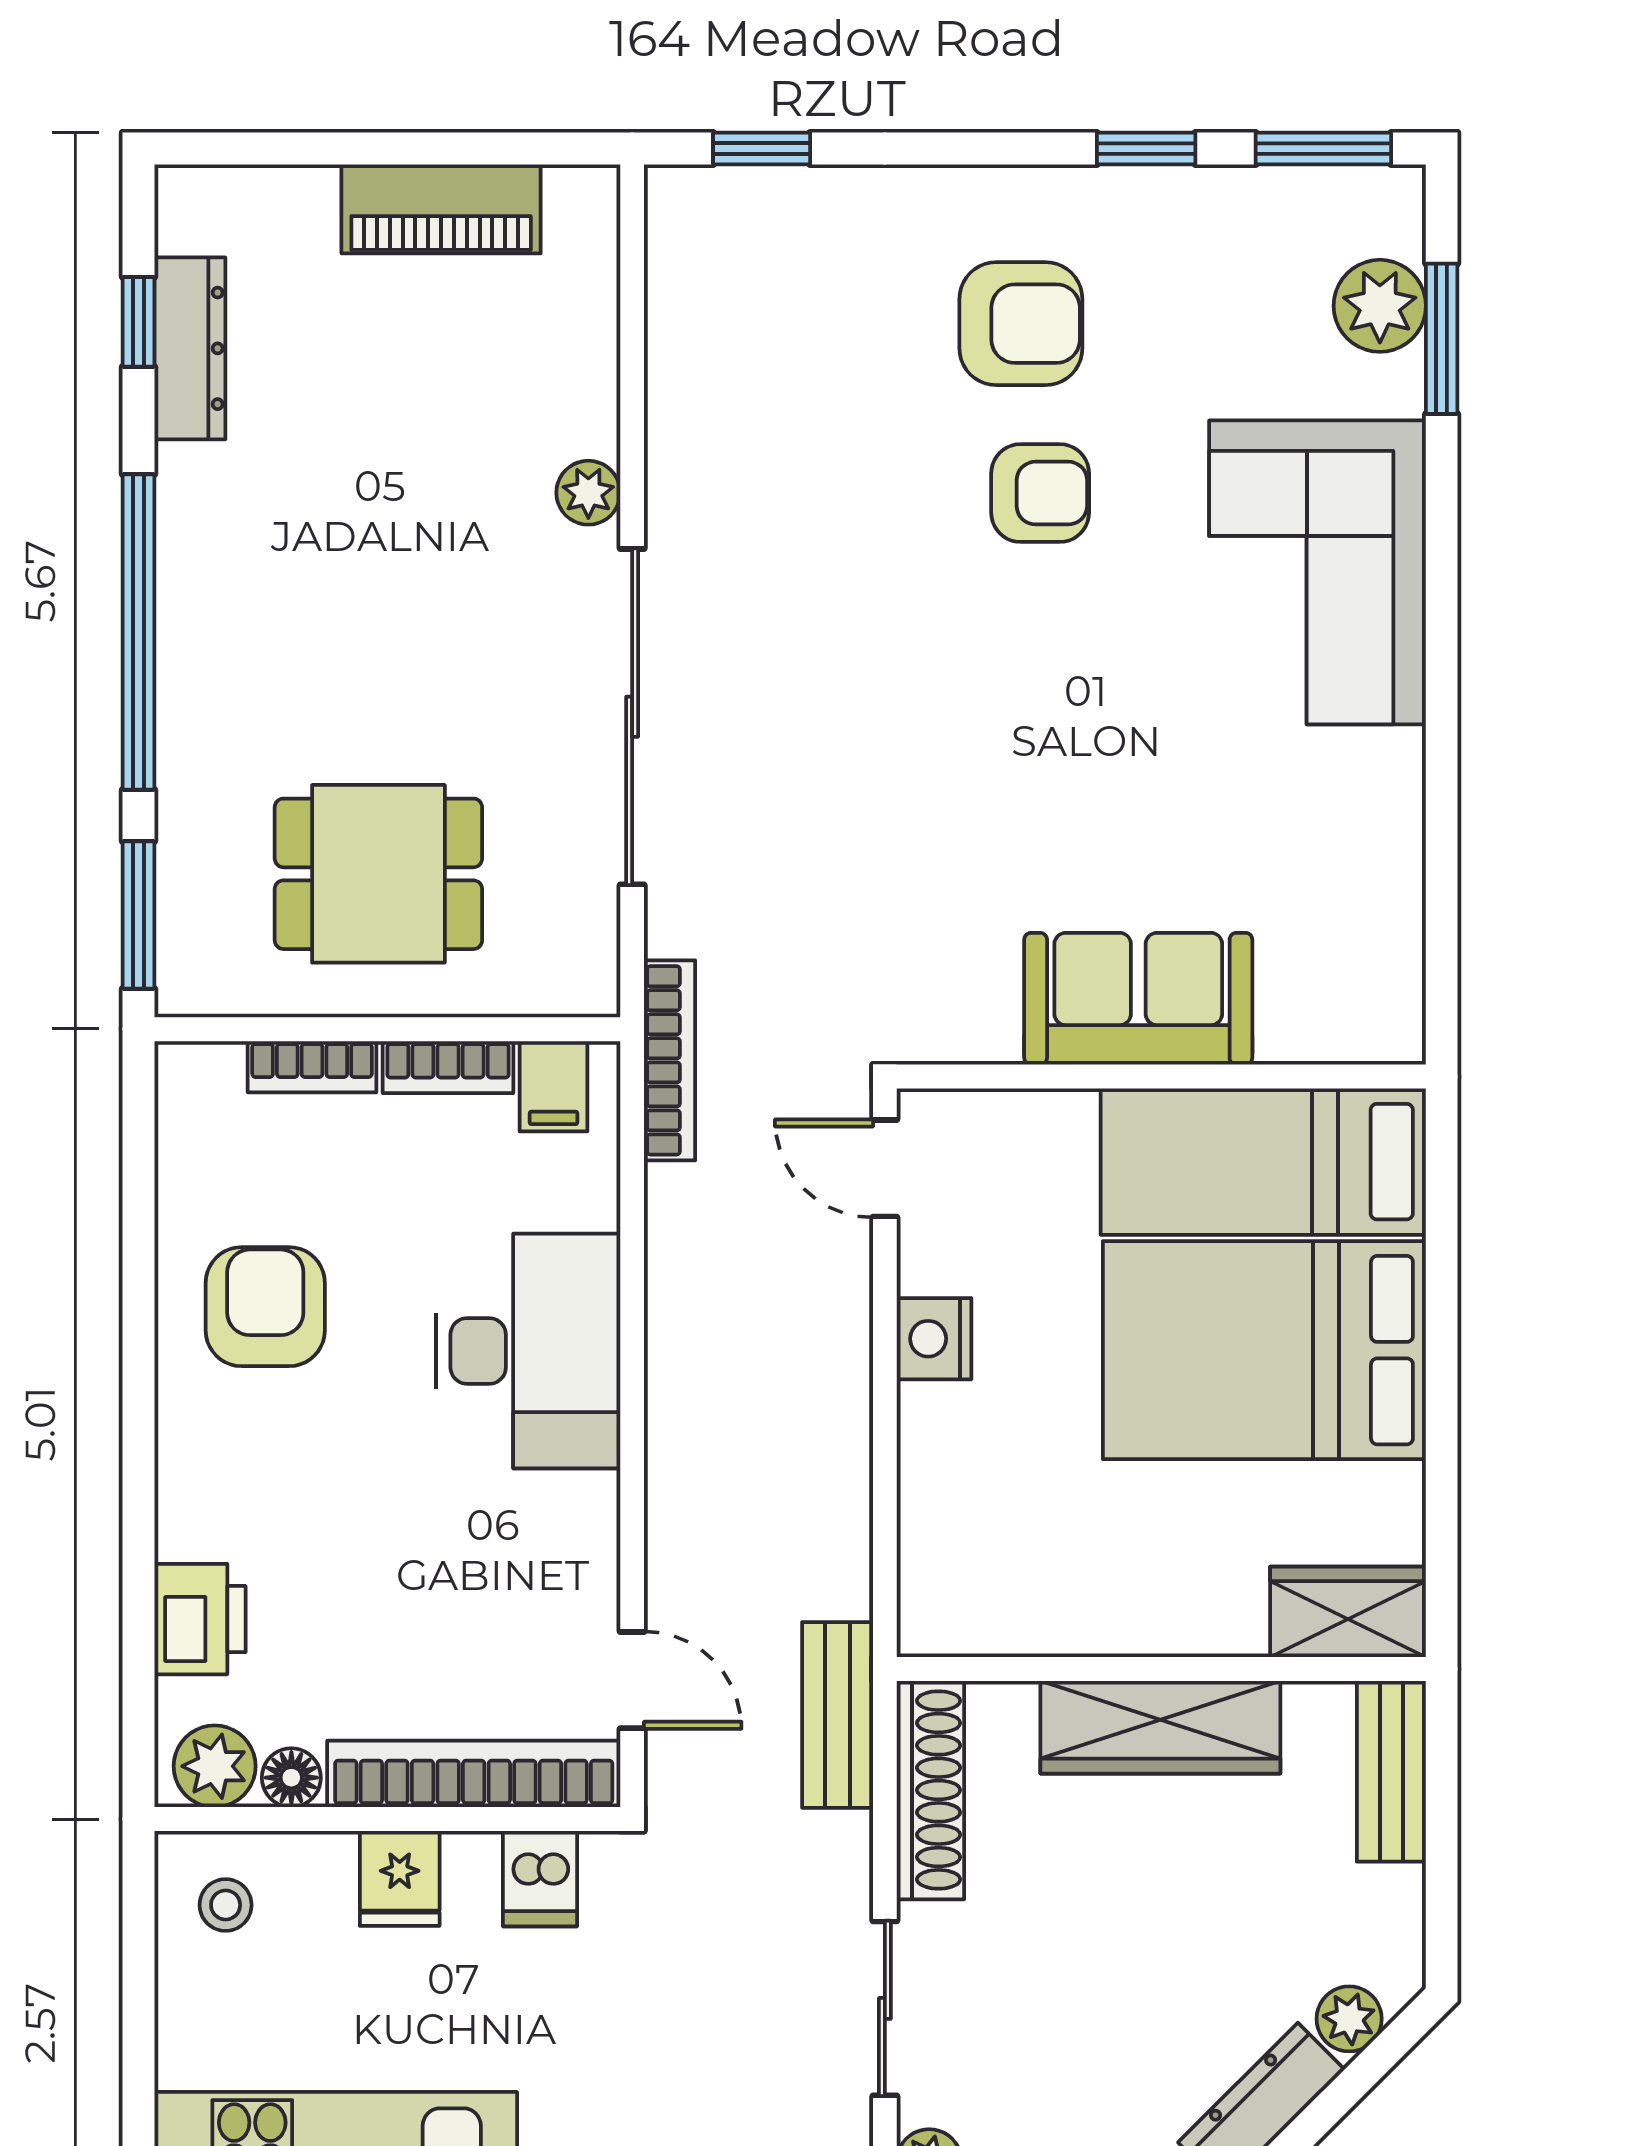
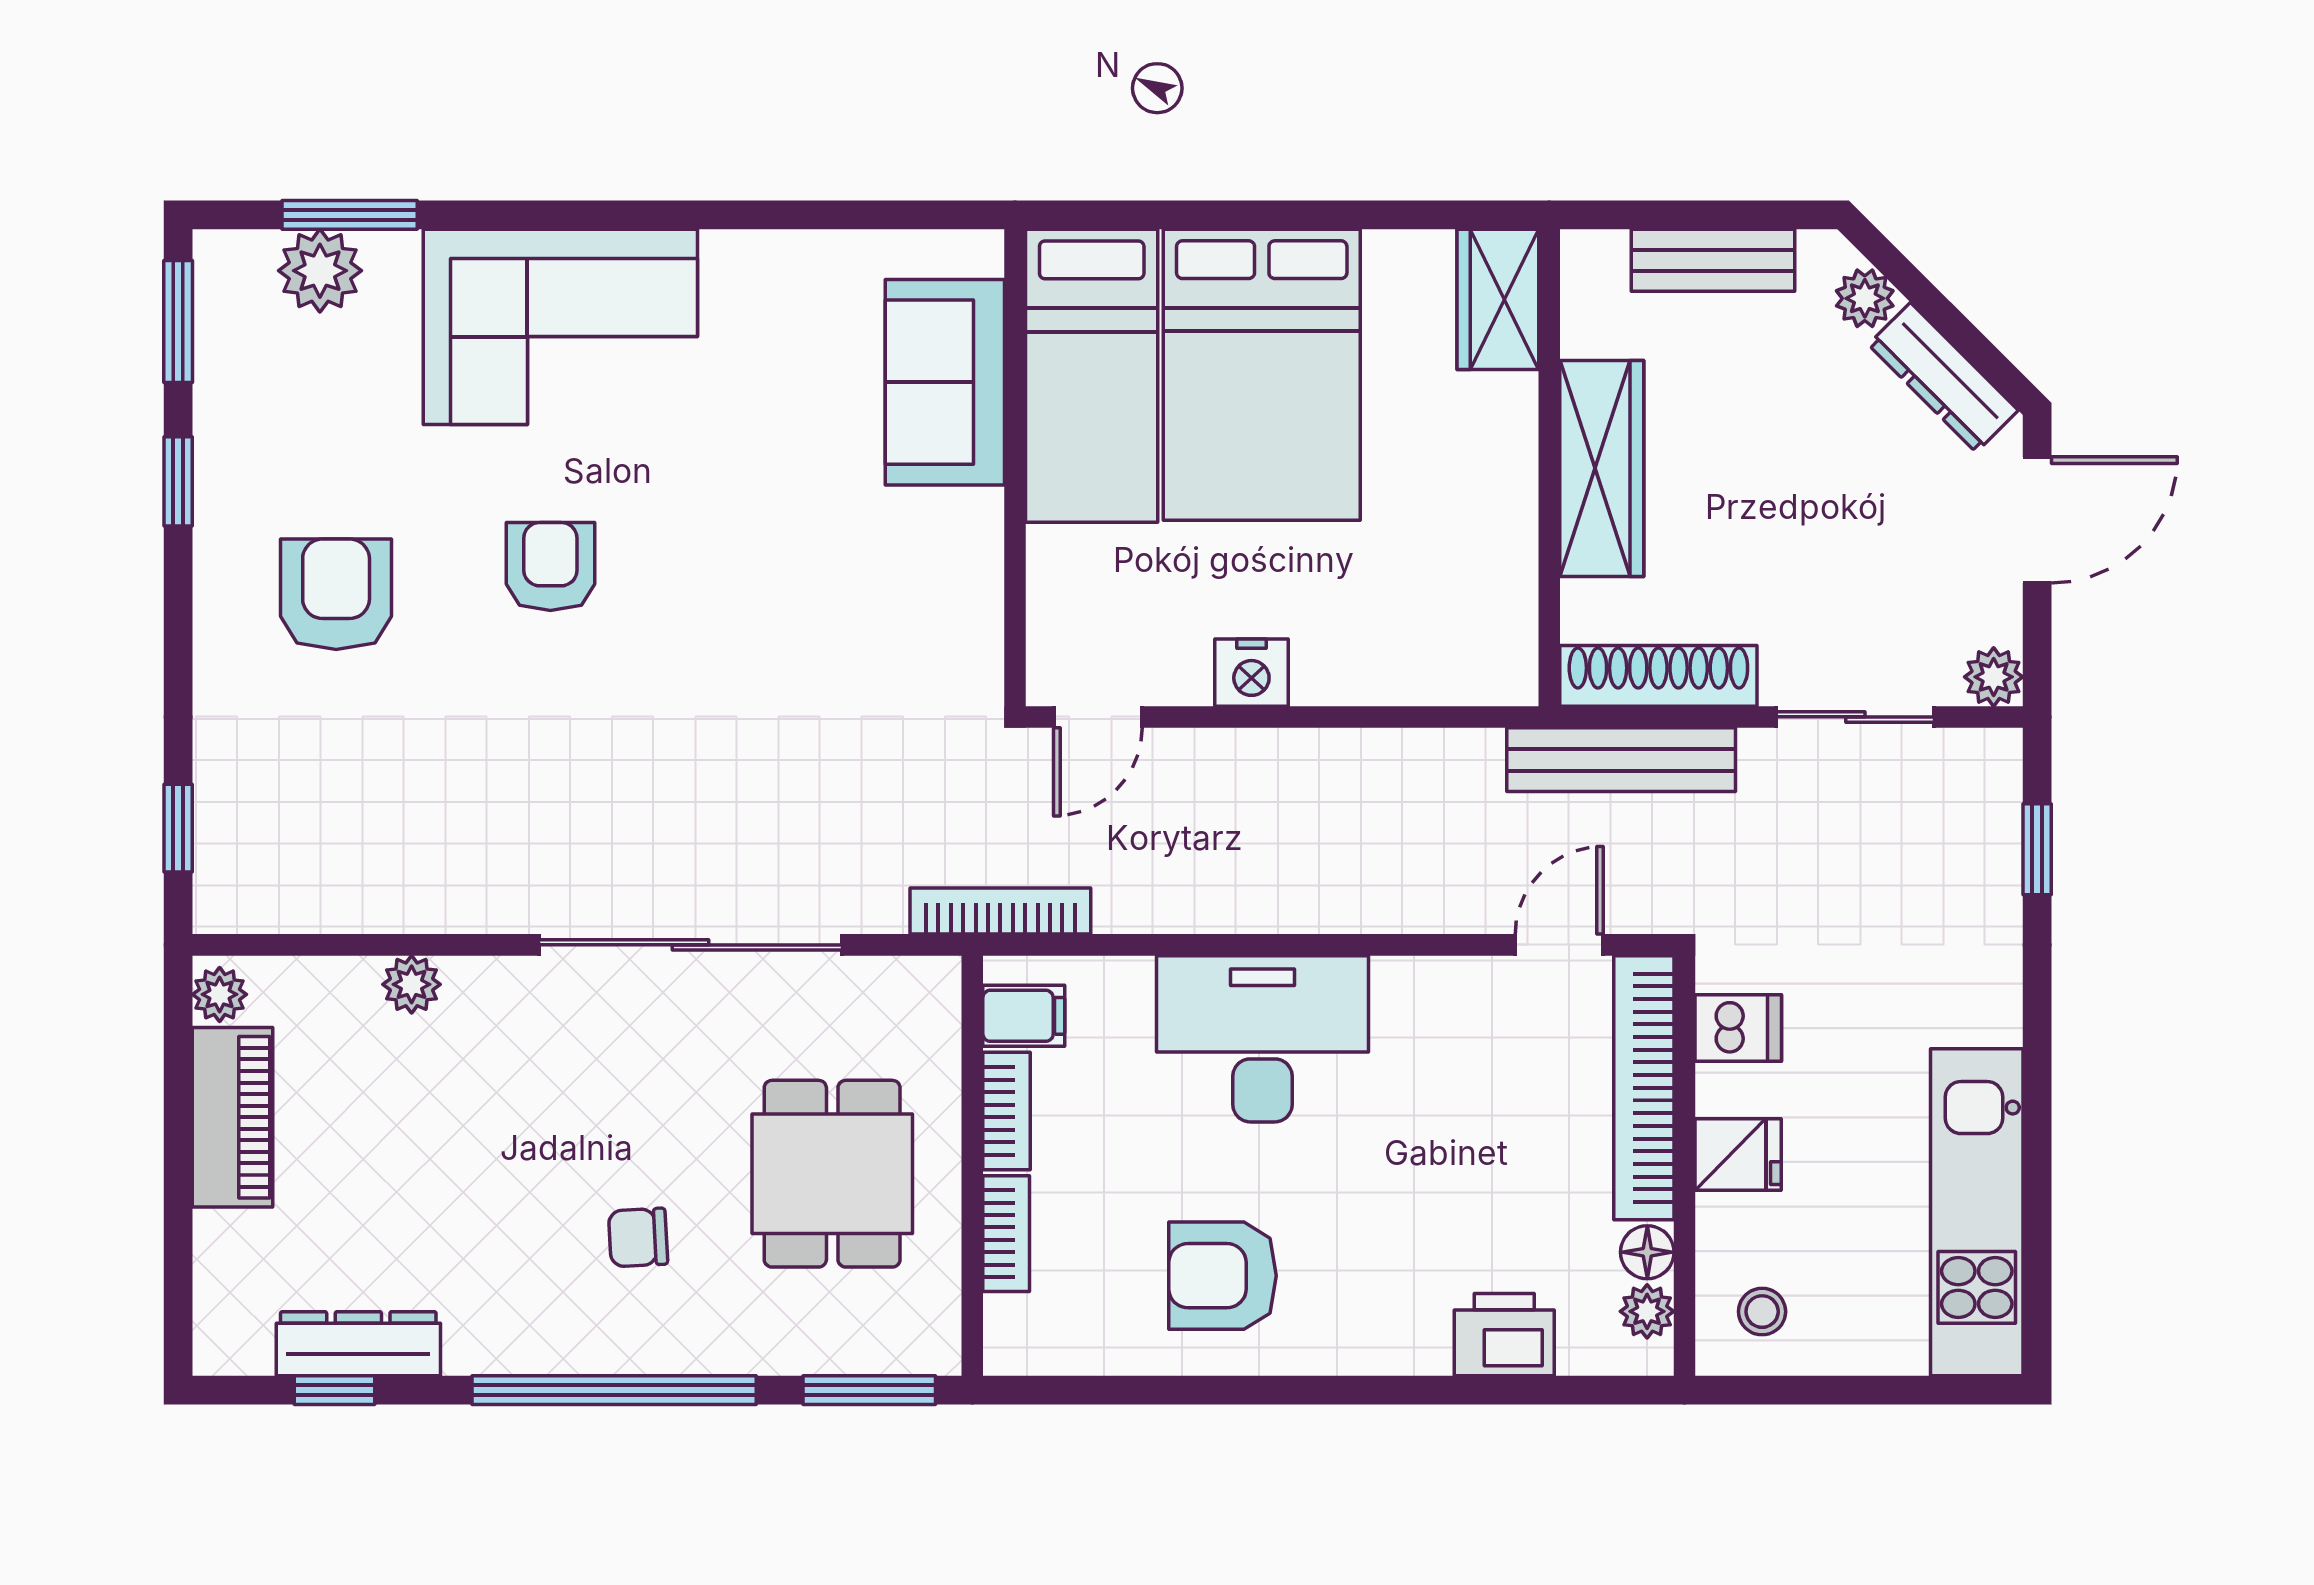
plant: (577, 194) -> (220, 994), added
plant: (588, 493) -> (412, 984), moved
armchair: (1040, 493) -> (550, 567), moved
chair: (308, 658) -> (638, 1238), added
sofa: (1138, 999) -> (945, 382), moved
bench: (838, 1715) -> (1621, 760), width x1.36
plant: (215, 1766) -> (1647, 1311), width x0.73, depth x0.73
bench: (1391, 1771) -> (1713, 260), moved

